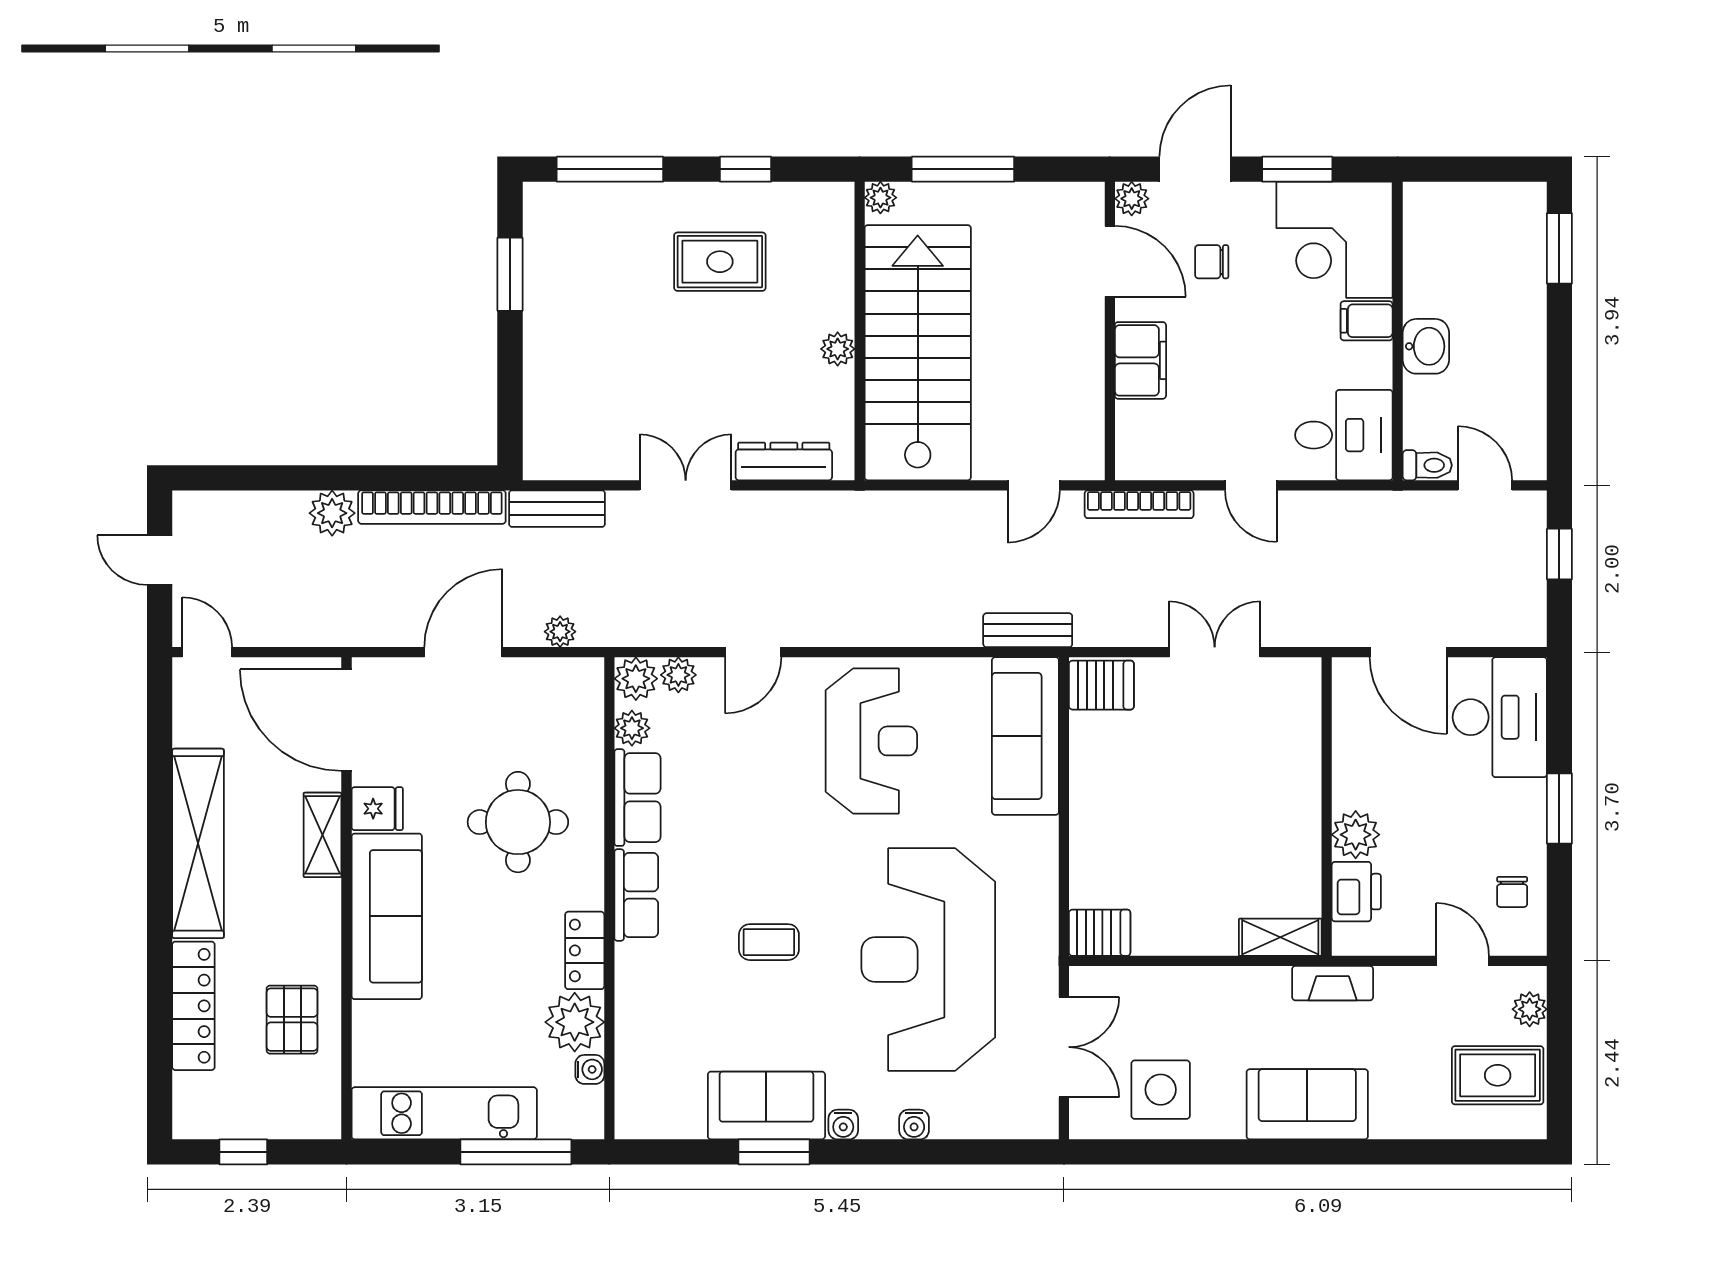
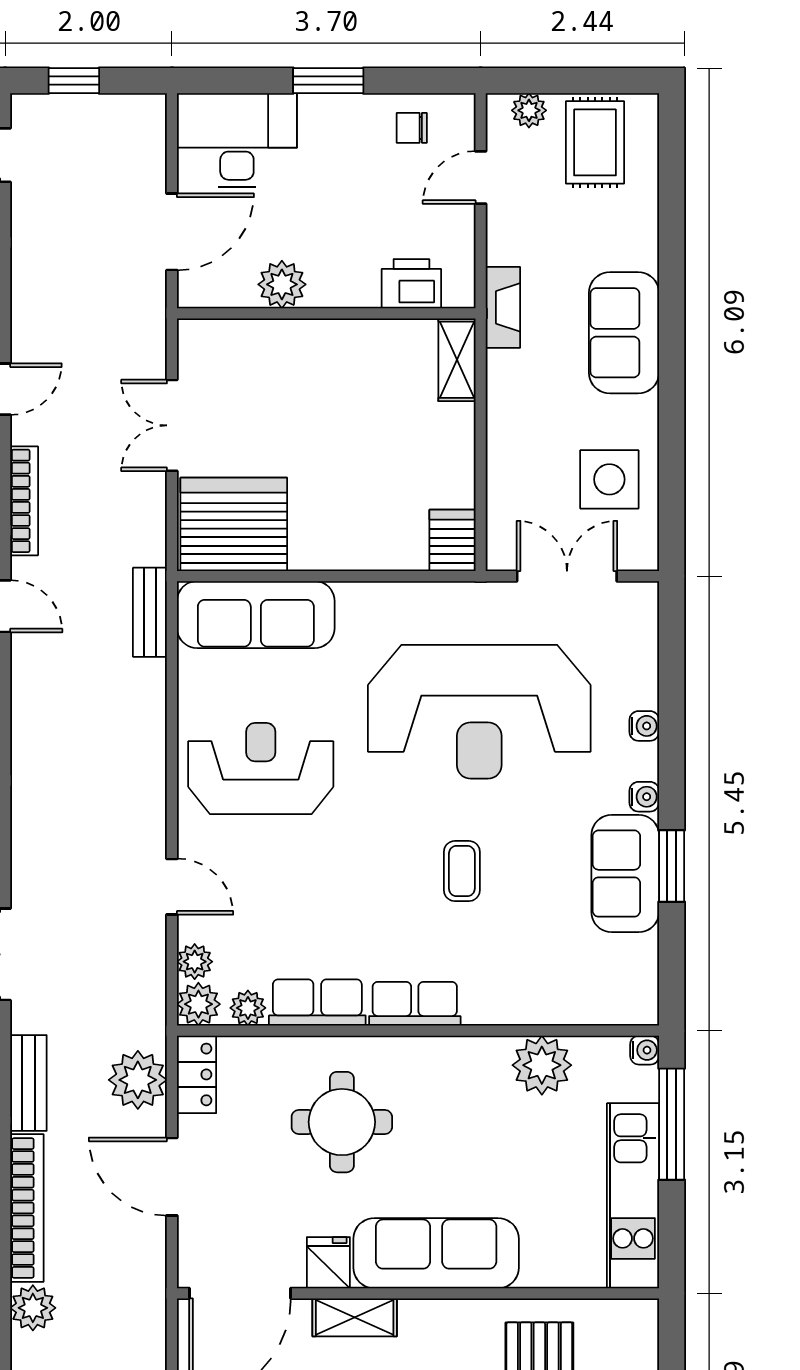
plant: (560, 632) -> (138, 1080), width x1.88, depth x1.88
server rack: (1101, 685) -> (234, 524), width x2.18, depth x1.44
plant: (1356, 835) -> (282, 284), moved
chair: (1512, 892) -> (412, 128), turned 180
locker: (585, 950) -> (197, 1074), moved, turned -90
water cooler: (590, 1069) -> (645, 1050), moved, turned 90

